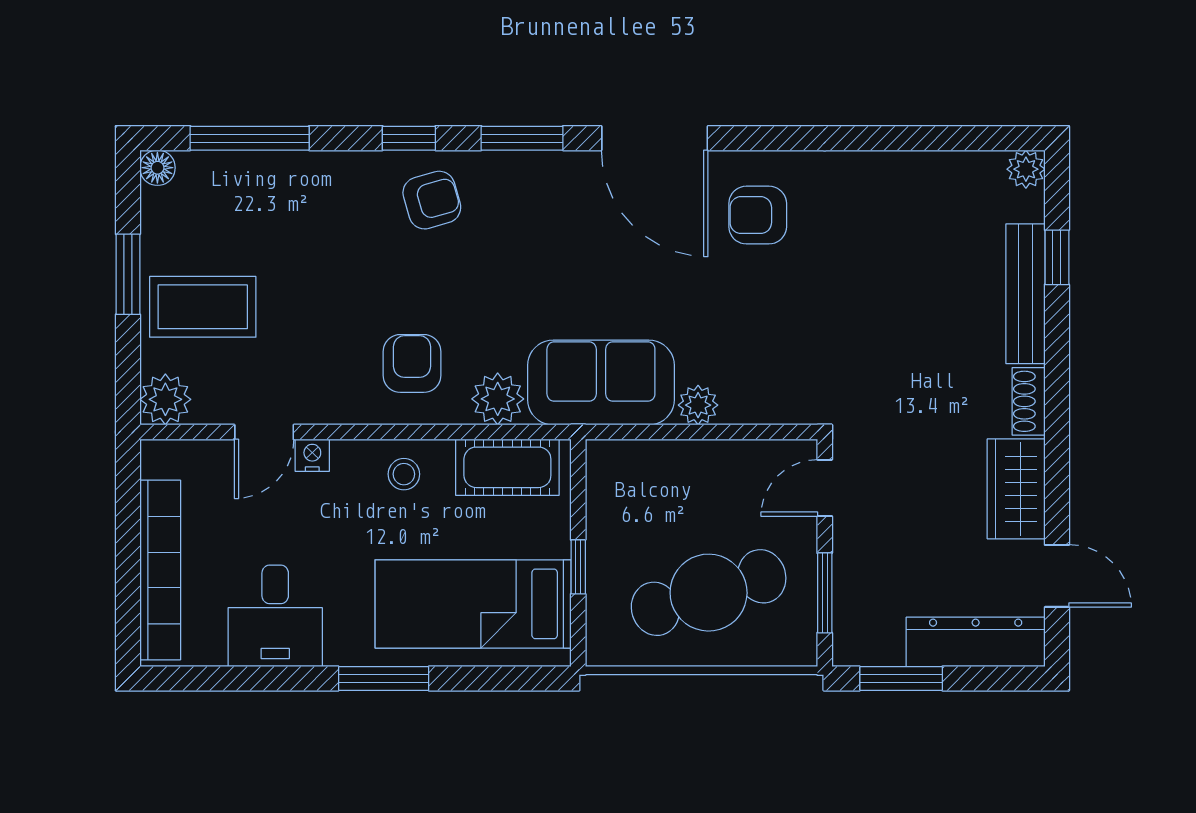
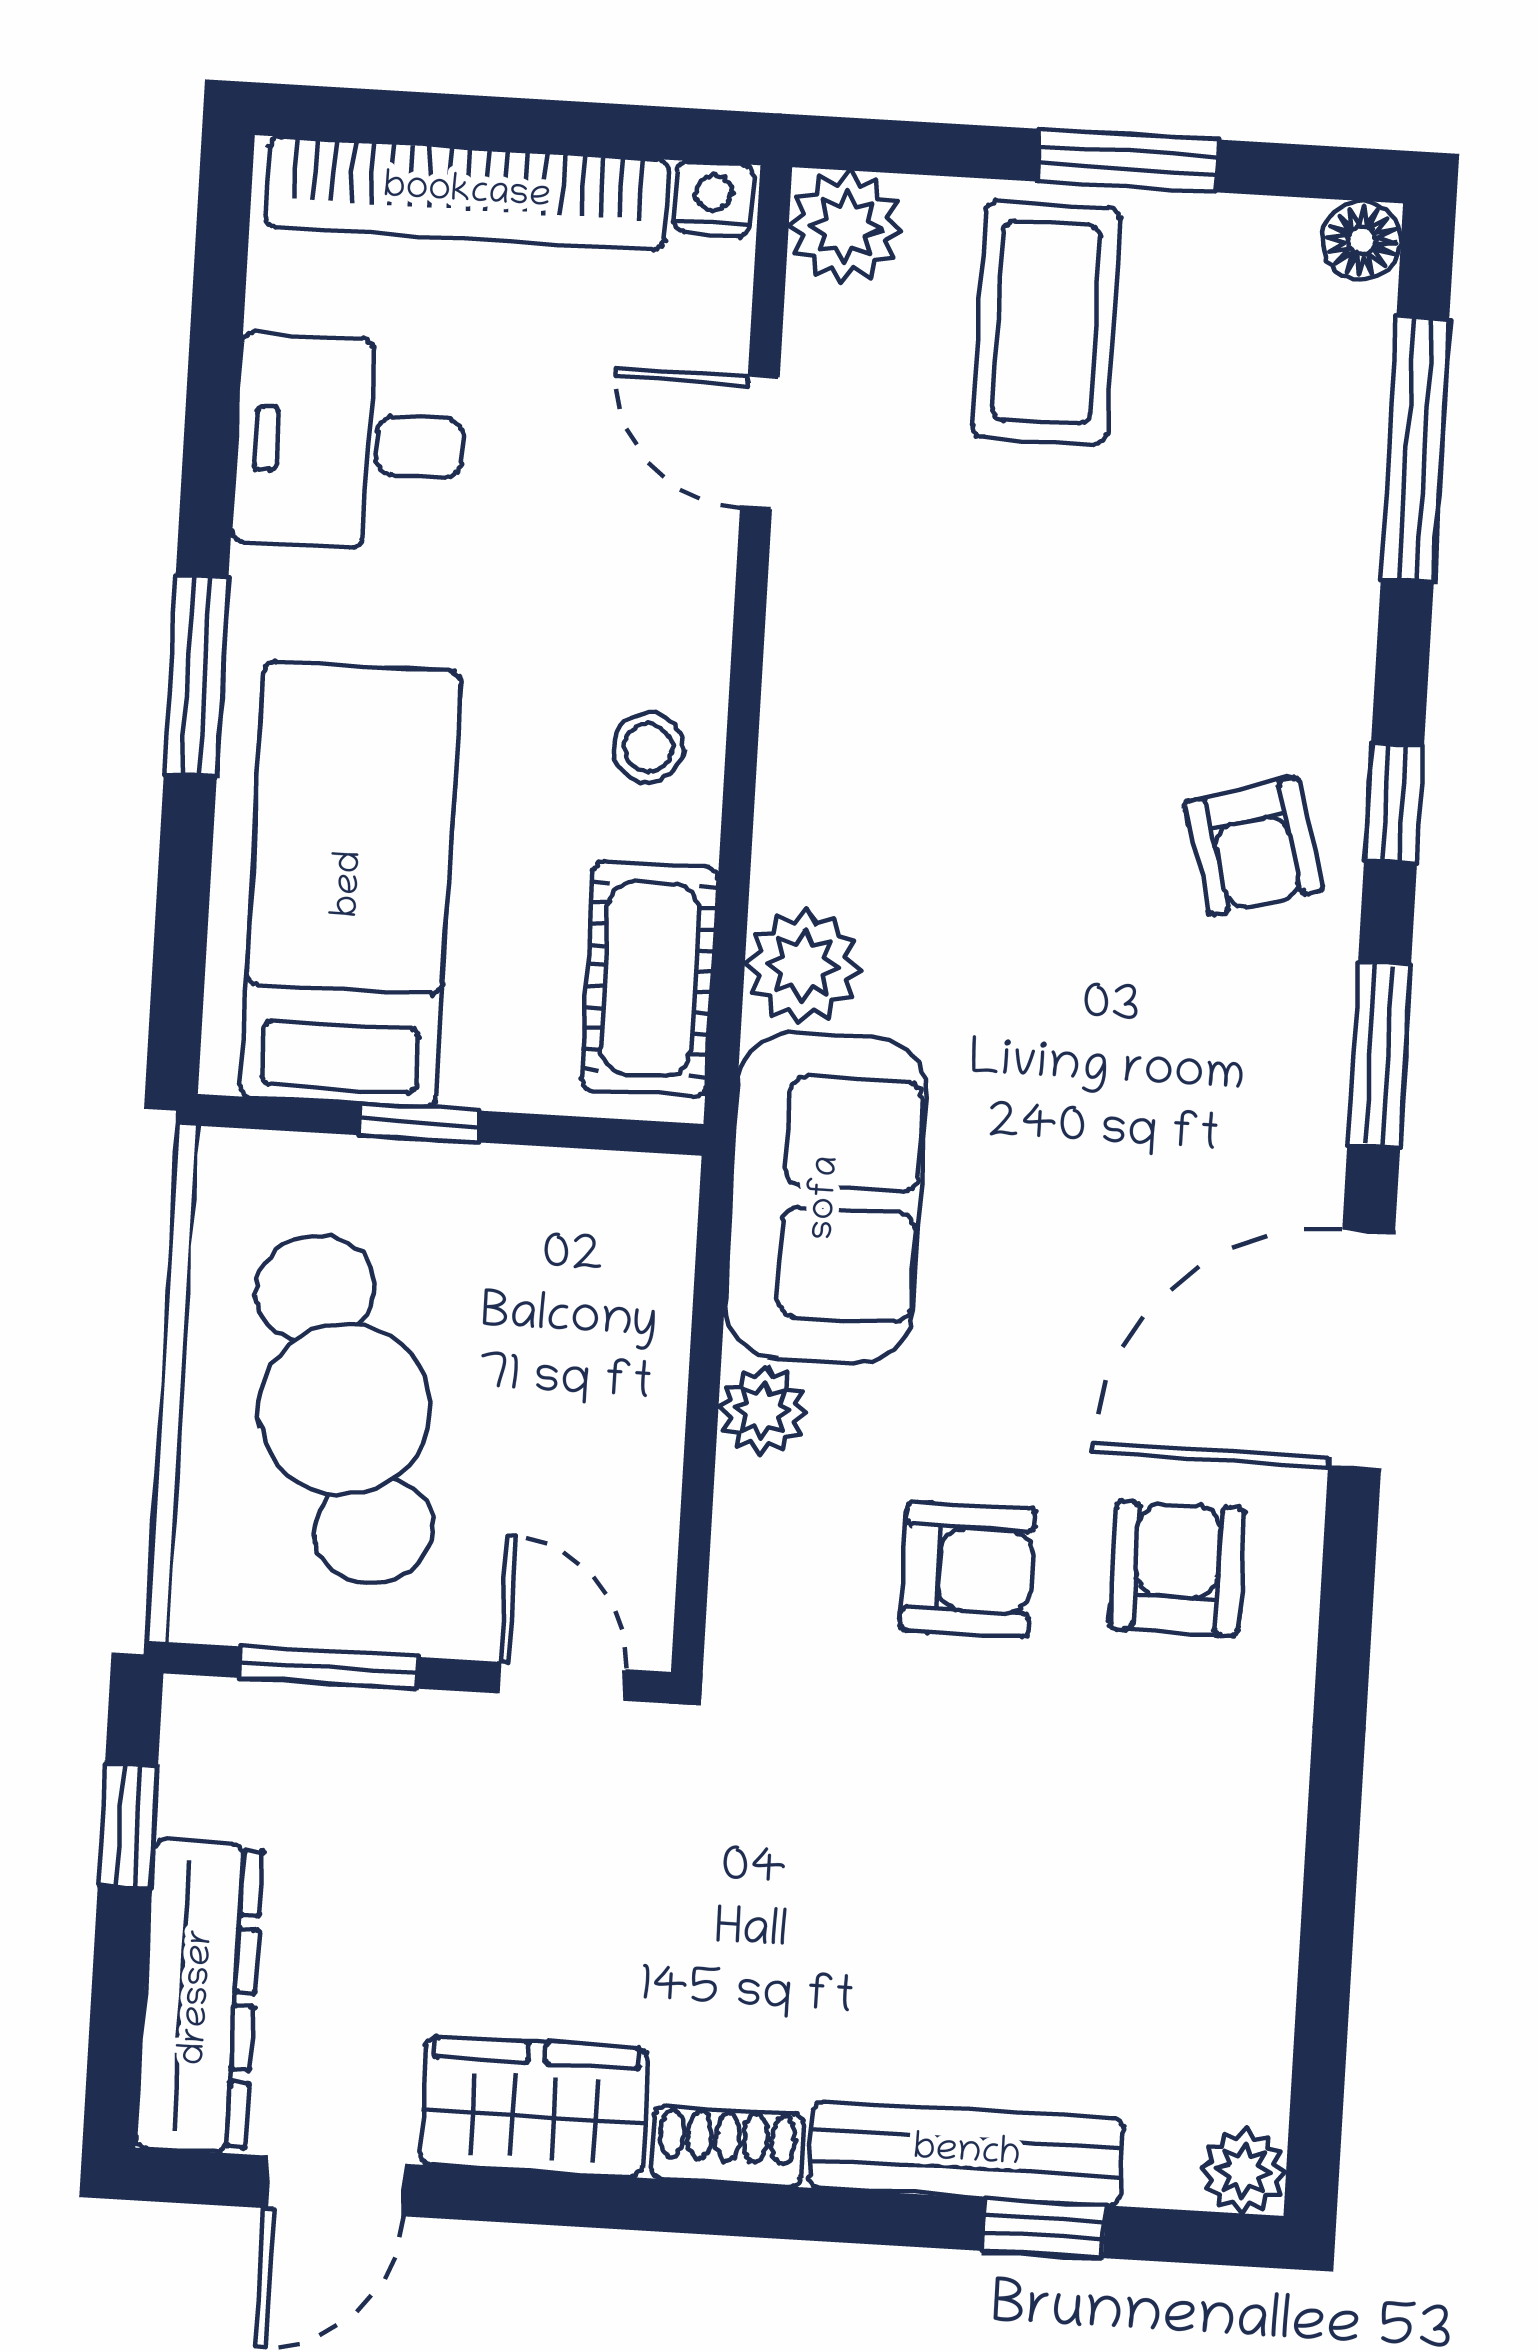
armchair: (412, 363) -> (967, 1569), moved
nightstand: (312, 455) -> (714, 198), moved, turned -90
window: (901, 679) -> (128, 1826), width x0.67

